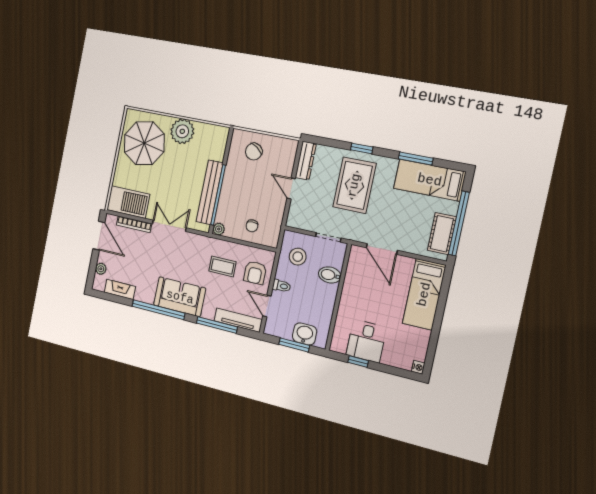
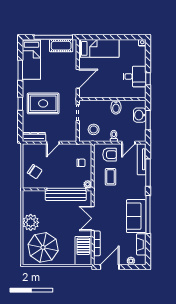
bidet: (330, 275) -> (116, 107), moved
sofa: (180, 297) -> (136, 216), moved

